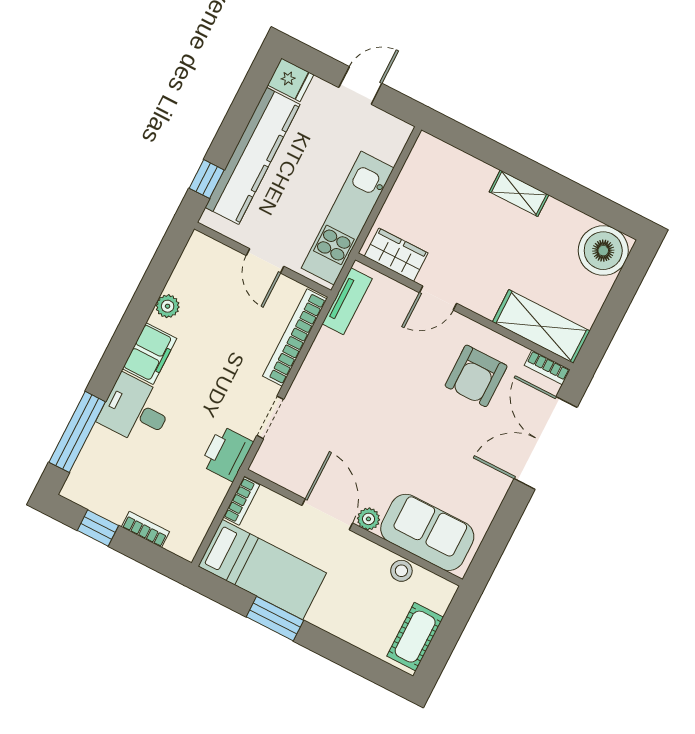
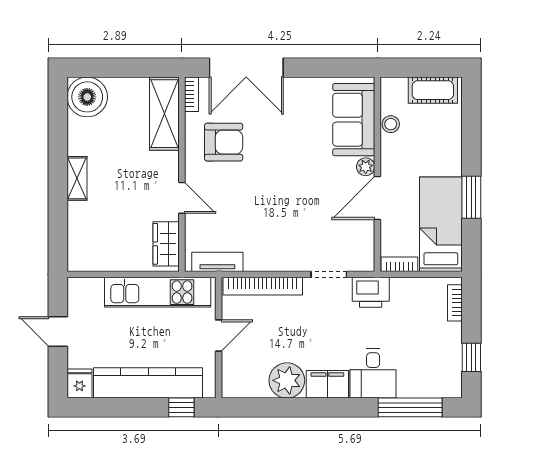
plant: (168, 306) -> (287, 380), width x1.88, depth x1.88
bookcase: (145, 529) -> (455, 303), moved

